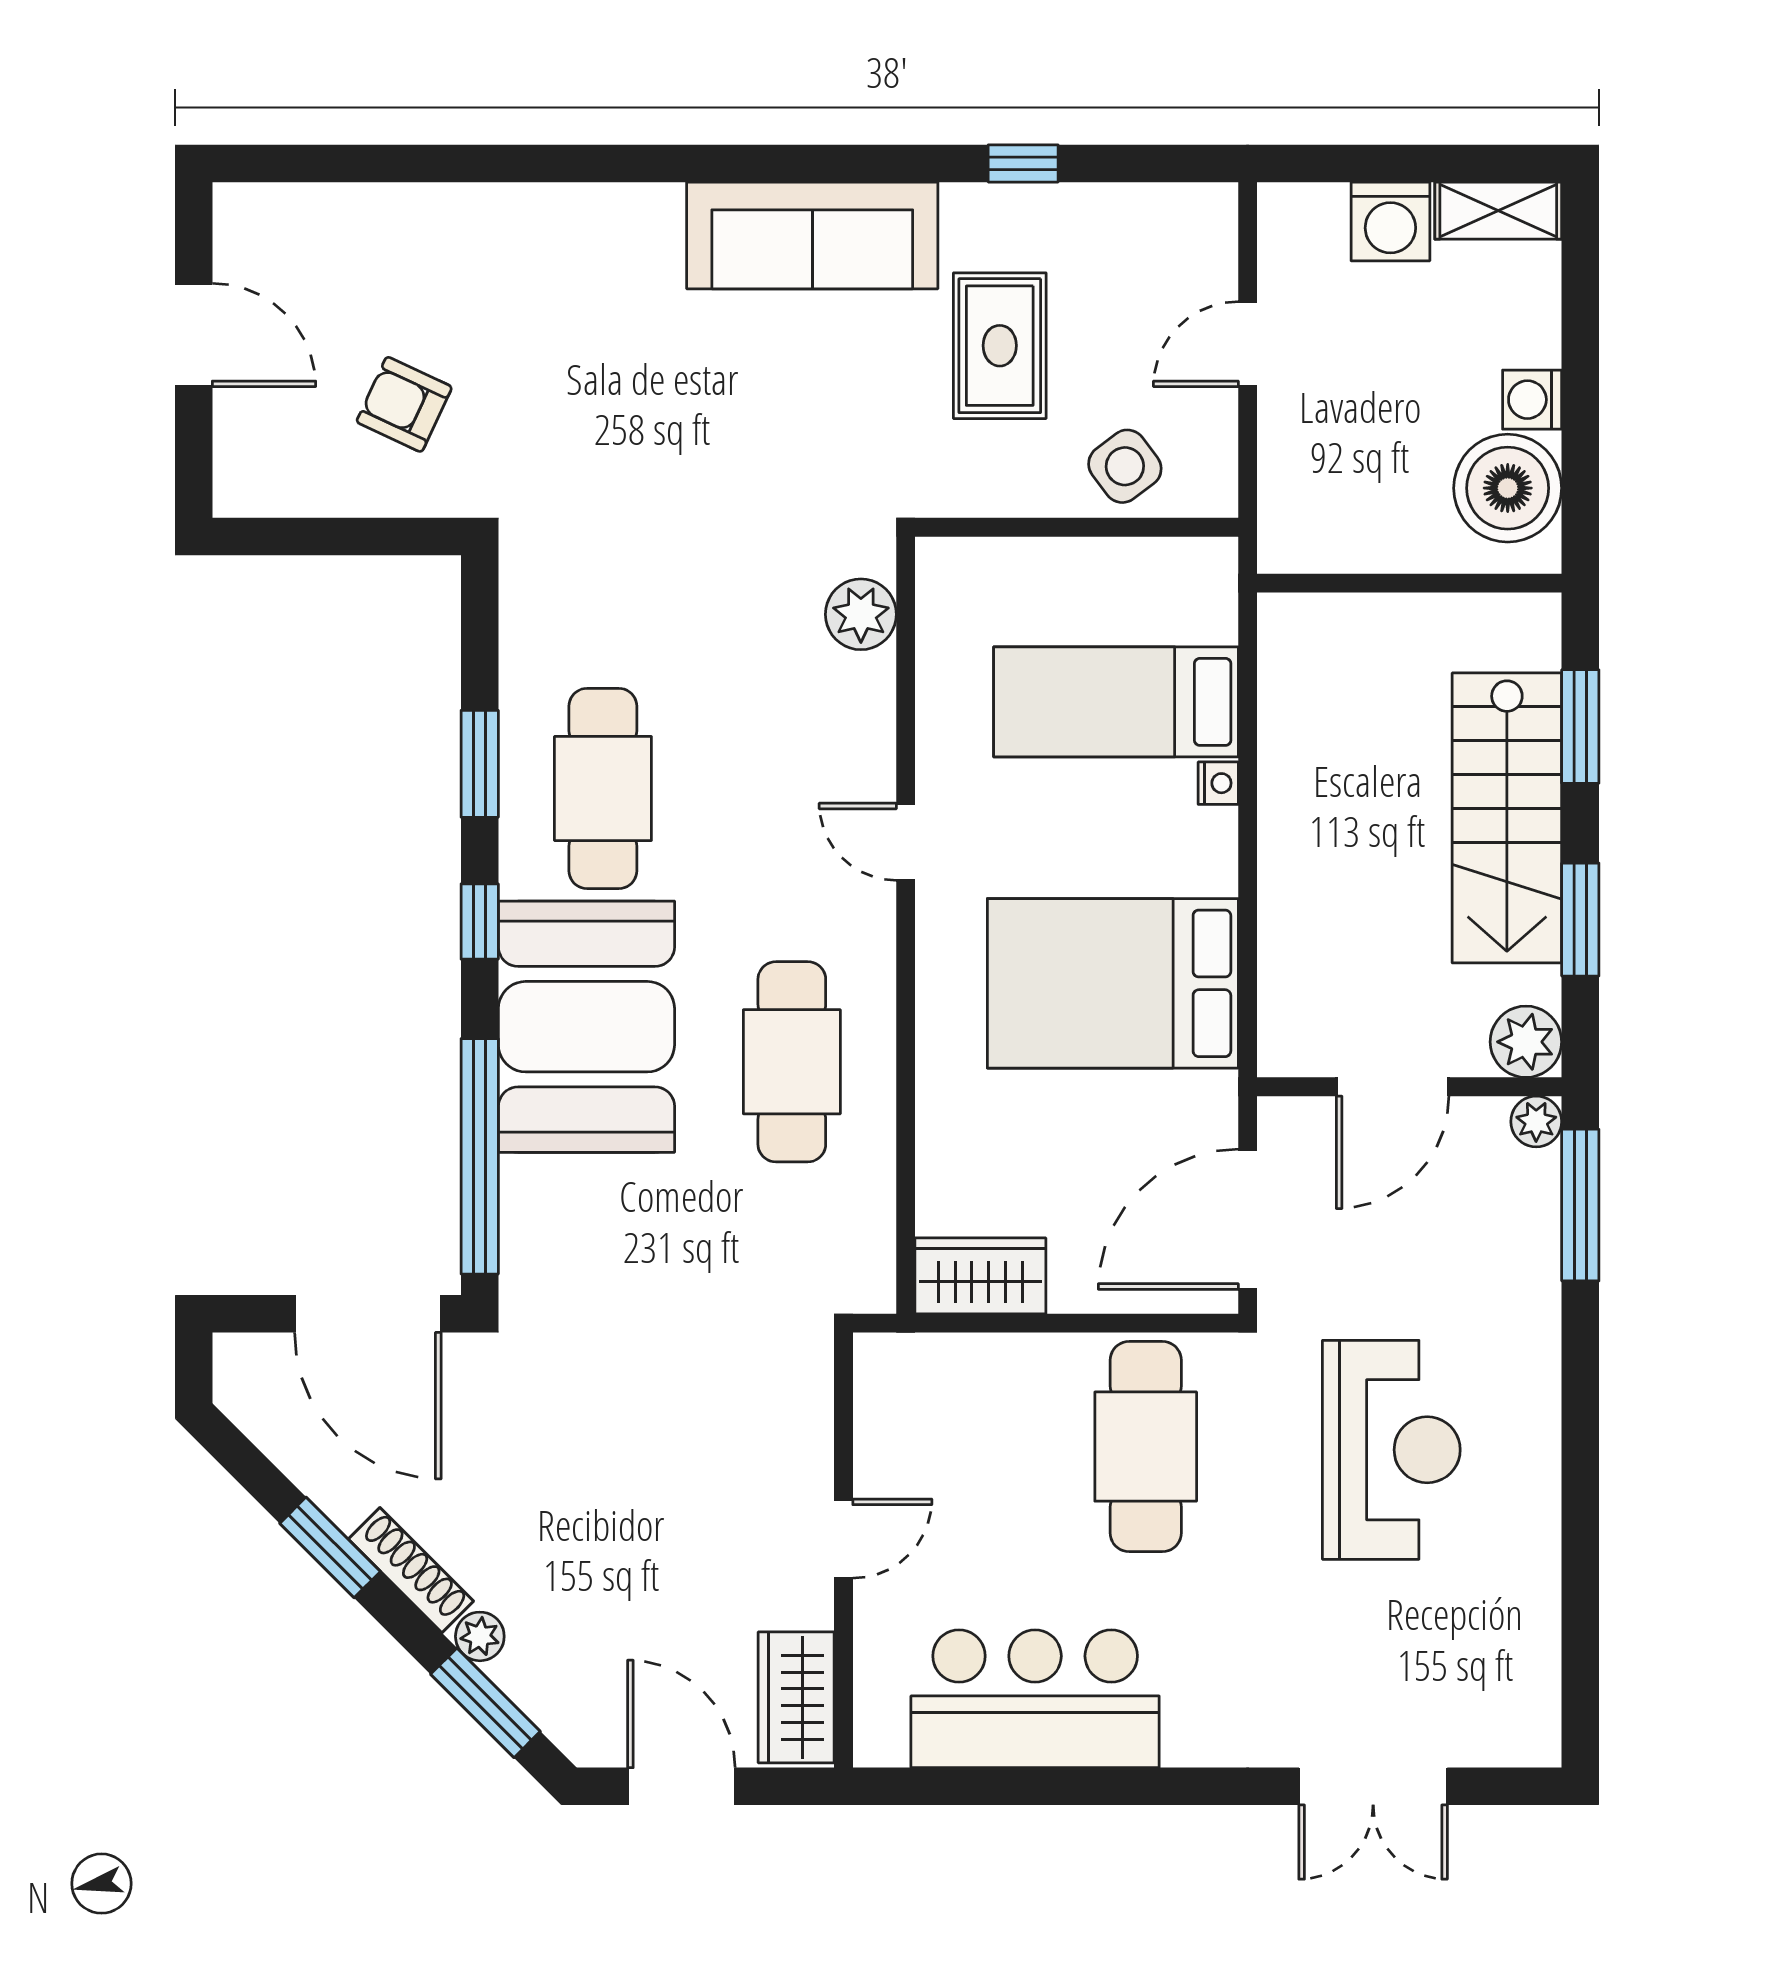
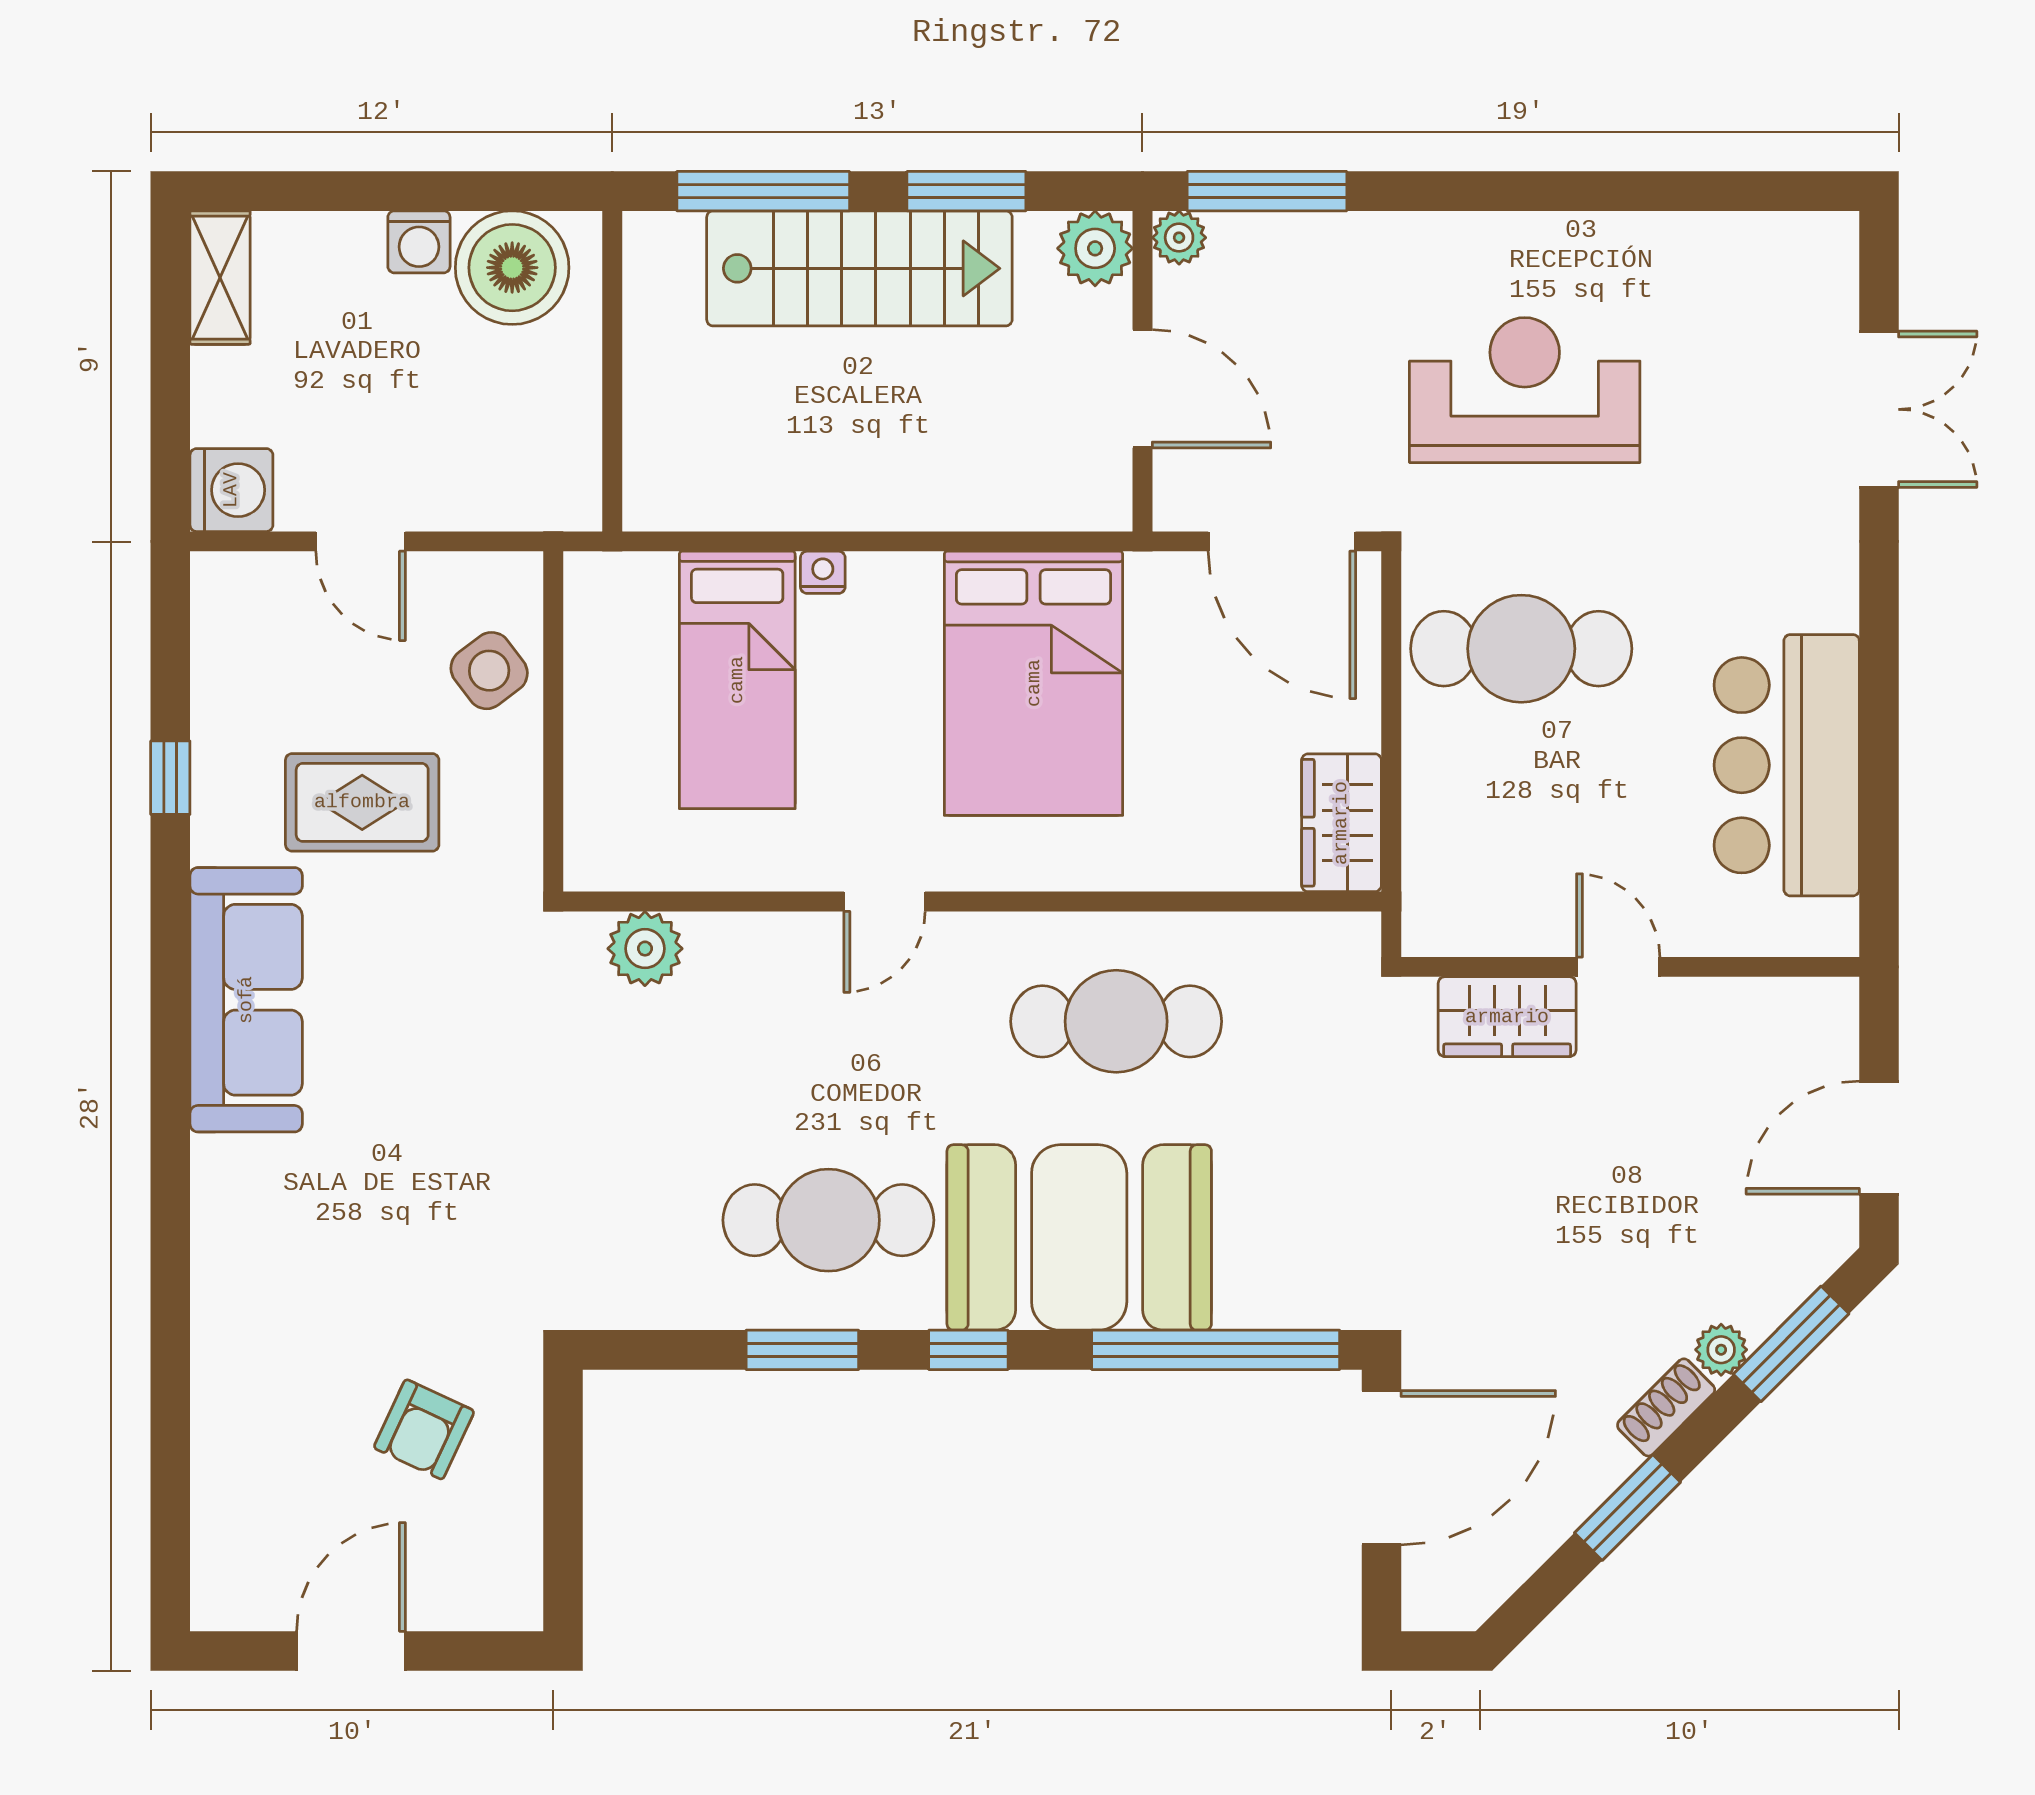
washing machine: (1390, 221) -> (231, 490), moved
window: (1580, 727) -> (763, 191), width x1.44
shoe rack: (411, 1570) -> (1666, 1407), width x0.70
wardrobe: (796, 1697) -> (1507, 1017), moved

